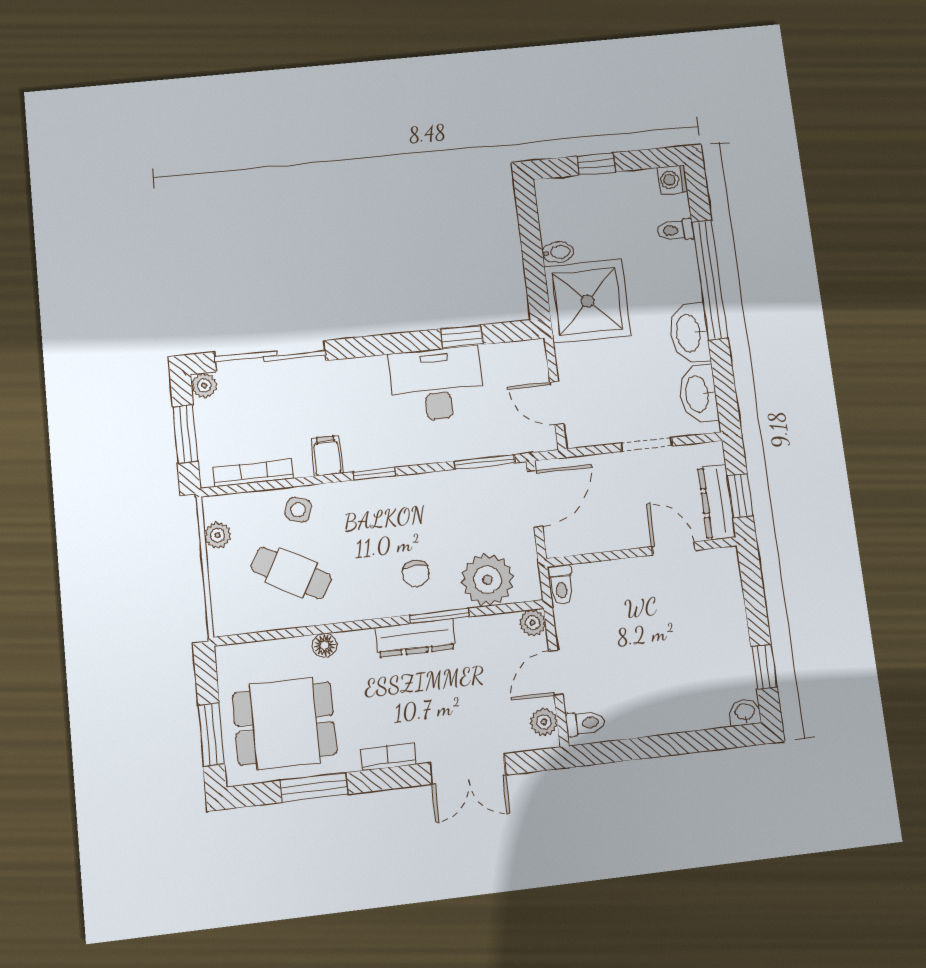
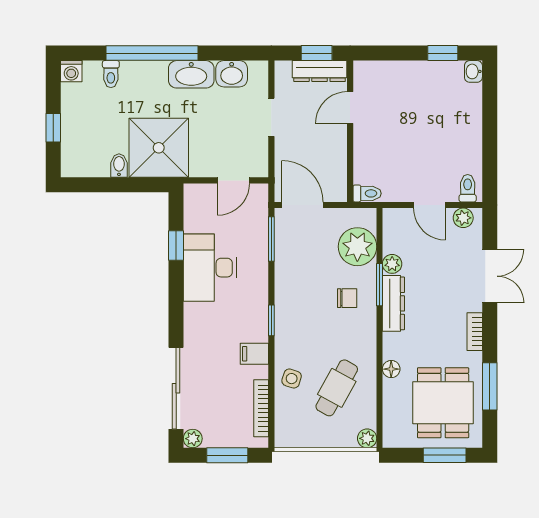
washbasin: (698, 394) -> (232, 74), width x0.72
plant: (218, 535) -> (367, 438), moved
plant: (533, 623) -> (392, 264), moved

